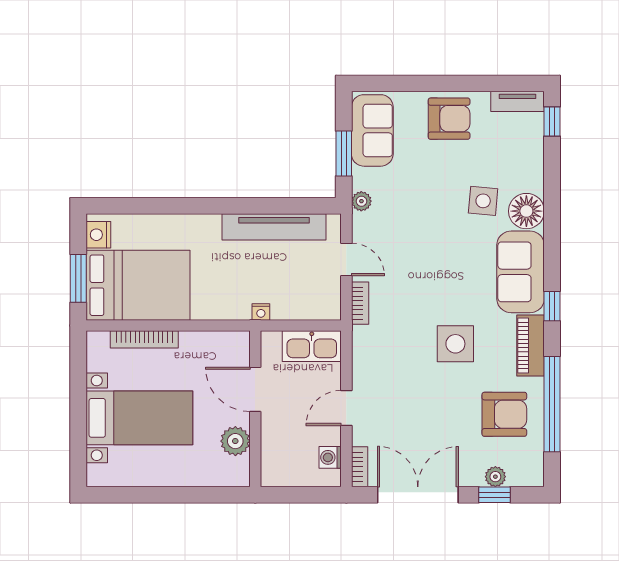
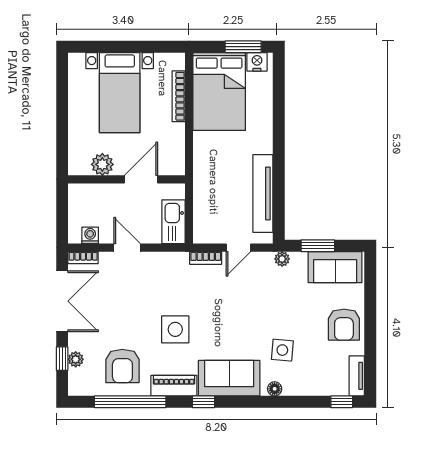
floor lamp: (526, 211) -> (275, 389), width x0.53, depth x0.53
window: (78, 278) -> (243, 47), moved
nightstand: (261, 312) -> (199, 184), removed

